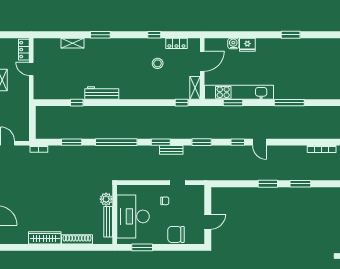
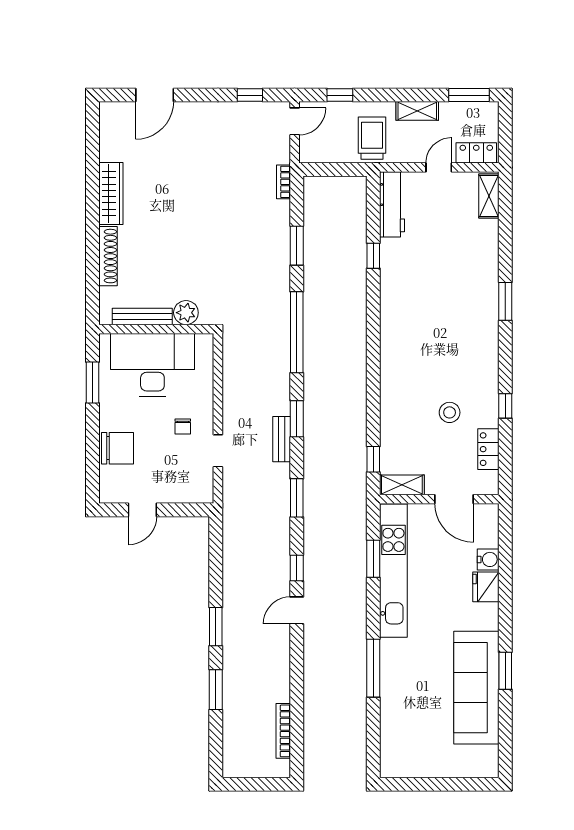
shelving: (72, 43) -> (489, 196), moved
sofa: (299, 50) -> (476, 688), added
workbench: (102, 93) -> (392, 204), moved
trolley: (16, 103) -> (372, 138), added
door: (208, 222) -> (142, 510), hinge flipped
chair: (176, 234) -> (117, 448), turned 90

